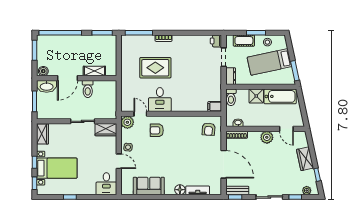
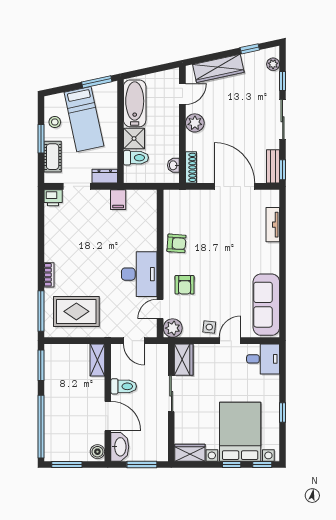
rug: (155, 68) -> (76, 311), moved, turned 90
shelving: (94, 71) -> (97, 360), moved
door: (119, 96) -> (134, 341), added
toilet: (231, 97) -> (136, 158), moved
desk: (160, 100) -> (139, 274), width x1.37
filing cabinet: (215, 107) -> (118, 200), moved
armchair: (209, 129) -> (176, 243), moved
wardrobe: (305, 159) -> (218, 68), width x1.50
door: (224, 164) -> (235, 186), hinge flipped
bed with nightstands: (57, 168) -> (240, 432), width x1.36
sofa: (149, 186) -> (266, 305), width x1.36
floor lamp: (180, 190) -> (272, 251), removed

